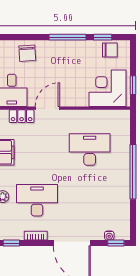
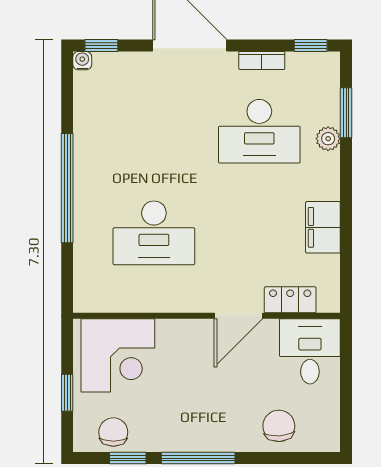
chair: (110, 50) -> (113, 432), turned 90
window: (133, 85) -> (67, 393), moved
water cooler: (109, 236) -> (82, 61), moved

